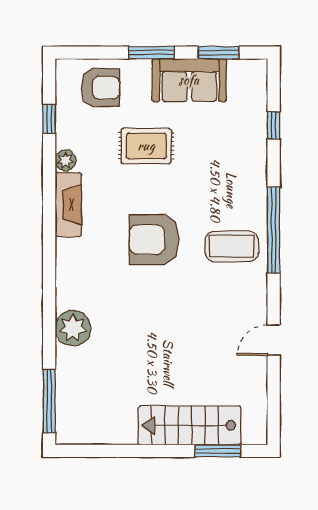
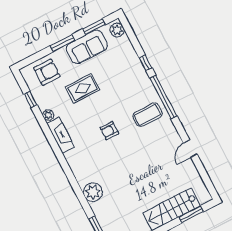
plant: (255, 78) -> (117, 30), added
window: (274, 125) -> (146, 63), moved
armchair: (154, 240) -> (109, 131), width x0.53, depth x0.53

